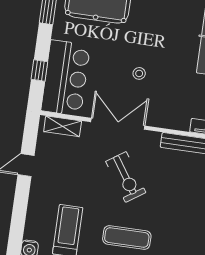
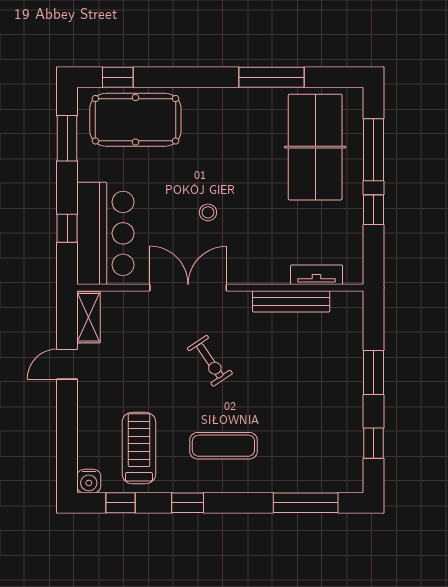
shelving: (63, 126) -> (88, 317), moved, turned 90
exercise bike: (126, 177) -> (210, 361), width x0.73, depth x0.72

